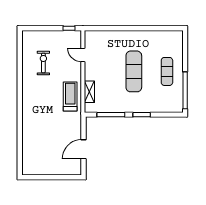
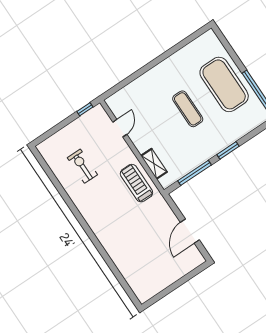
door: (83, 55) -> (120, 128), swing flipped
exercise mat: (134, 71) -> (188, 109), width x0.73, depth x0.69
exercise mat: (167, 71) -> (224, 84), width x2.00, depth x1.45

